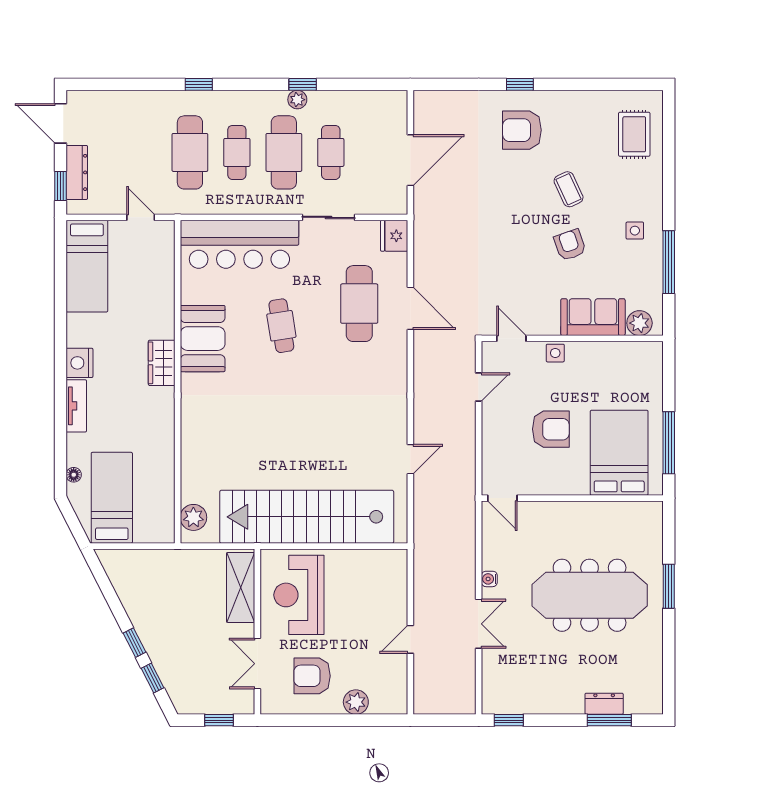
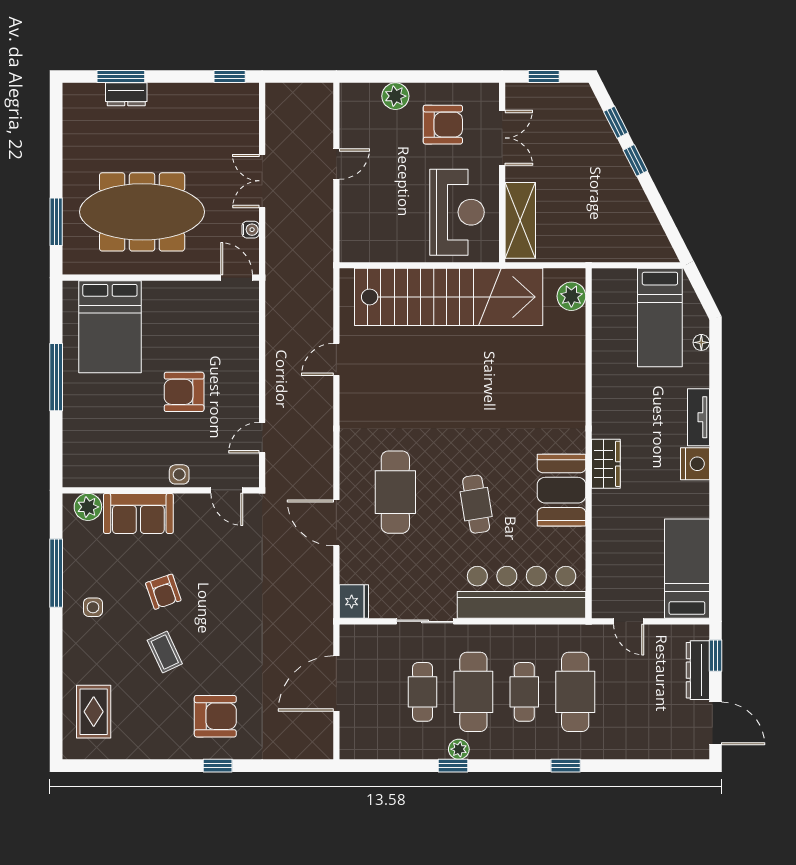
cafe table: (359, 304) -> (395, 492), moved
bed: (619, 453) -> (110, 327), moved
door: (502, 498) -> (237, 278), moved
wall: (572, 498) -> (161, 278), moved

